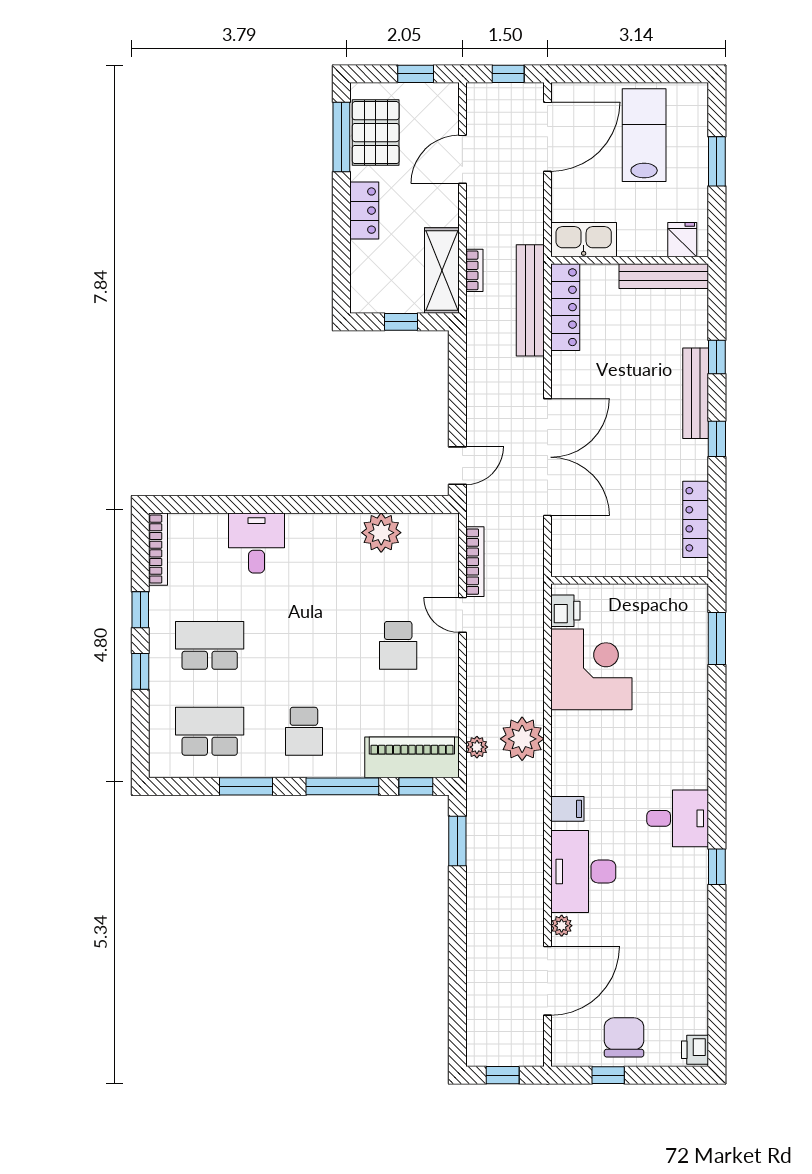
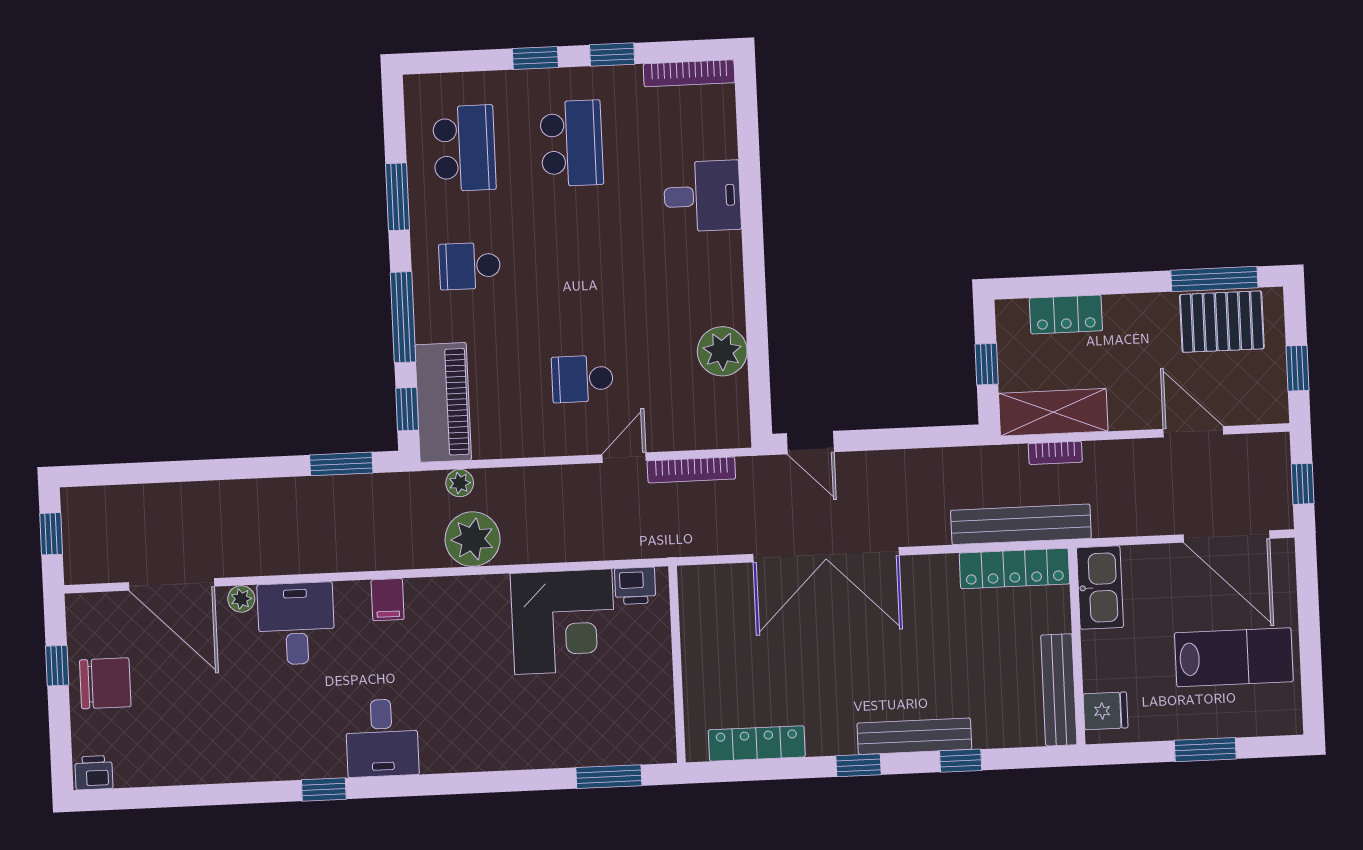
locker: (364, 211) -> (1066, 314), moved
desk: (583, 872) -> (296, 624), width x0.73

